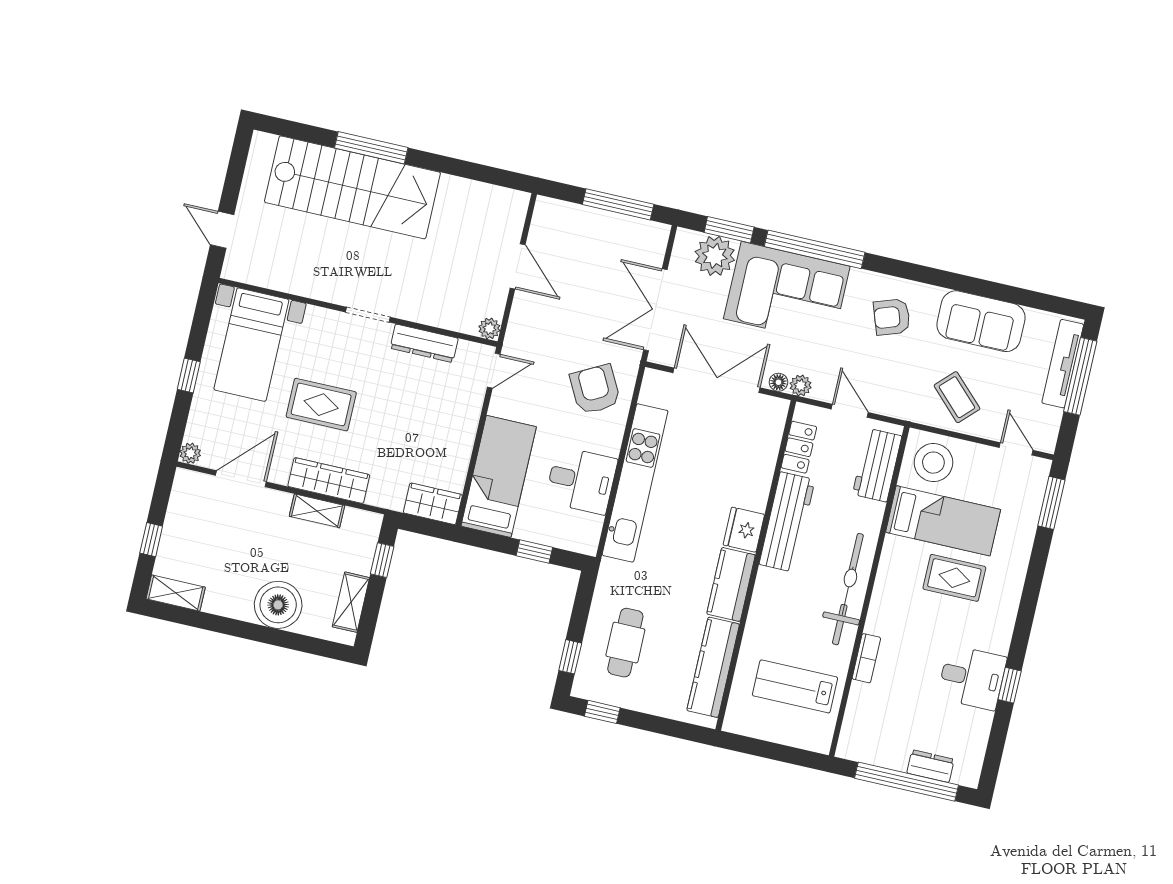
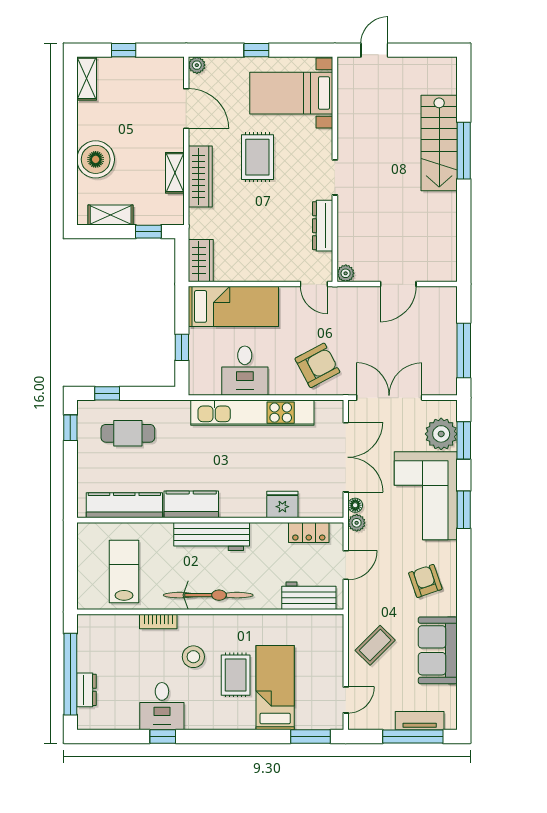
stairs: (352, 187) -> (439, 143), width x0.73, depth x0.66
window: (815, 249) -> (464, 510), width x0.47
tv unit: (1063, 364) -> (420, 721), width x0.71
stool: (933, 463) -> (193, 657), moved, width x0.73, depth x0.73
bed: (943, 521) -> (275, 688), moved, turned 180
workbench: (787, 522) -> (212, 536), moved
fridge: (744, 530) -> (282, 505), moved

